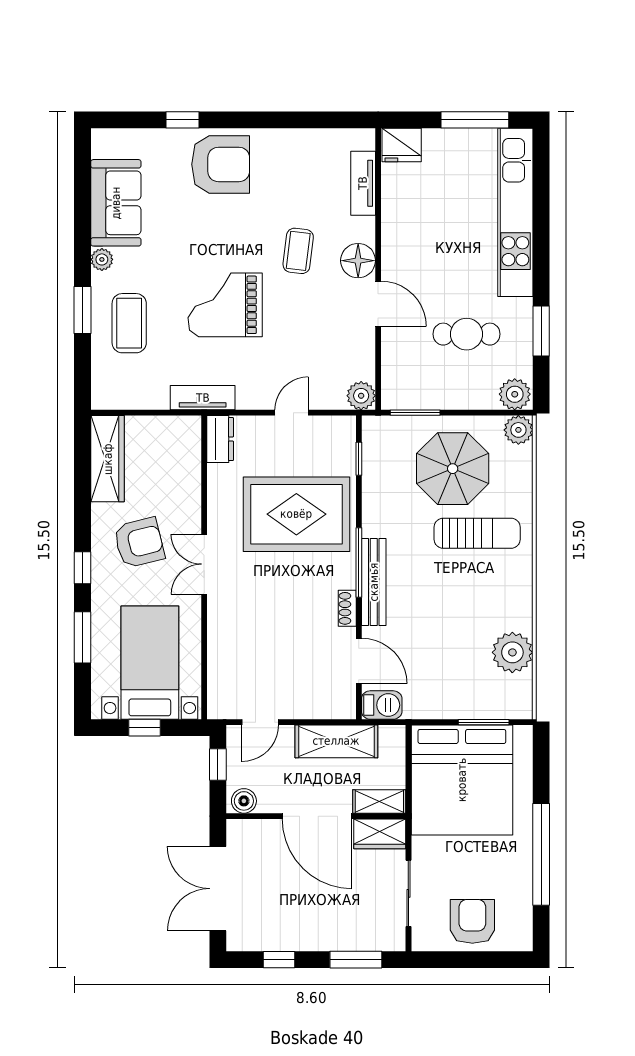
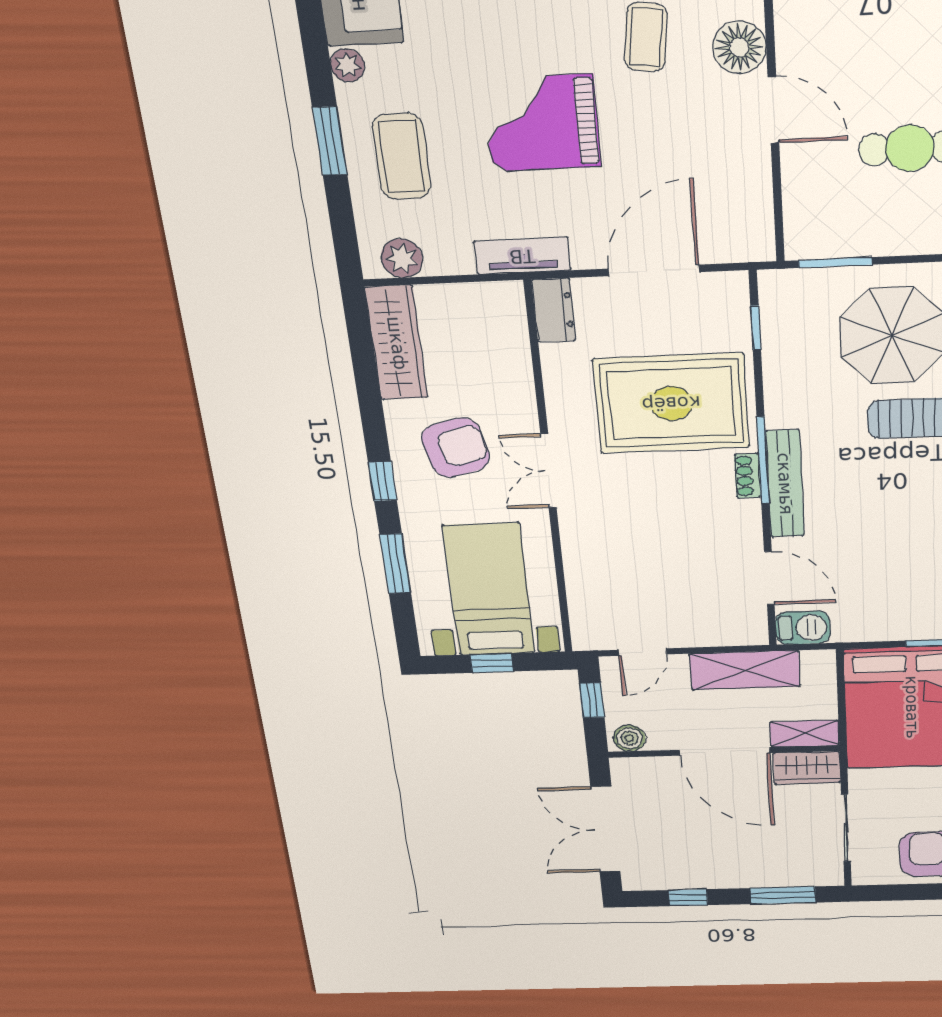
plant: (361, 396) -> (402, 258), moved
door: (292, 413) -> (654, 270), width x1.88
shoe rack: (347, 608) -> (748, 476), moved

